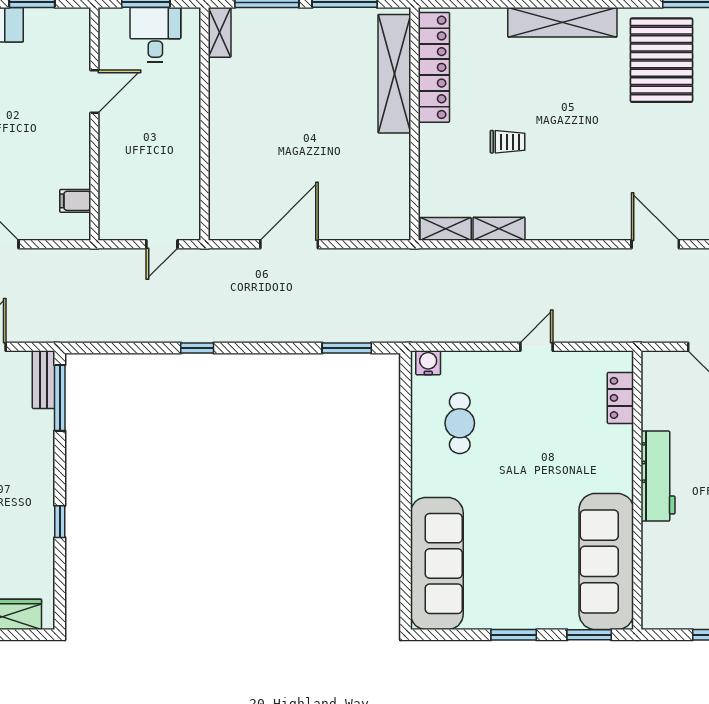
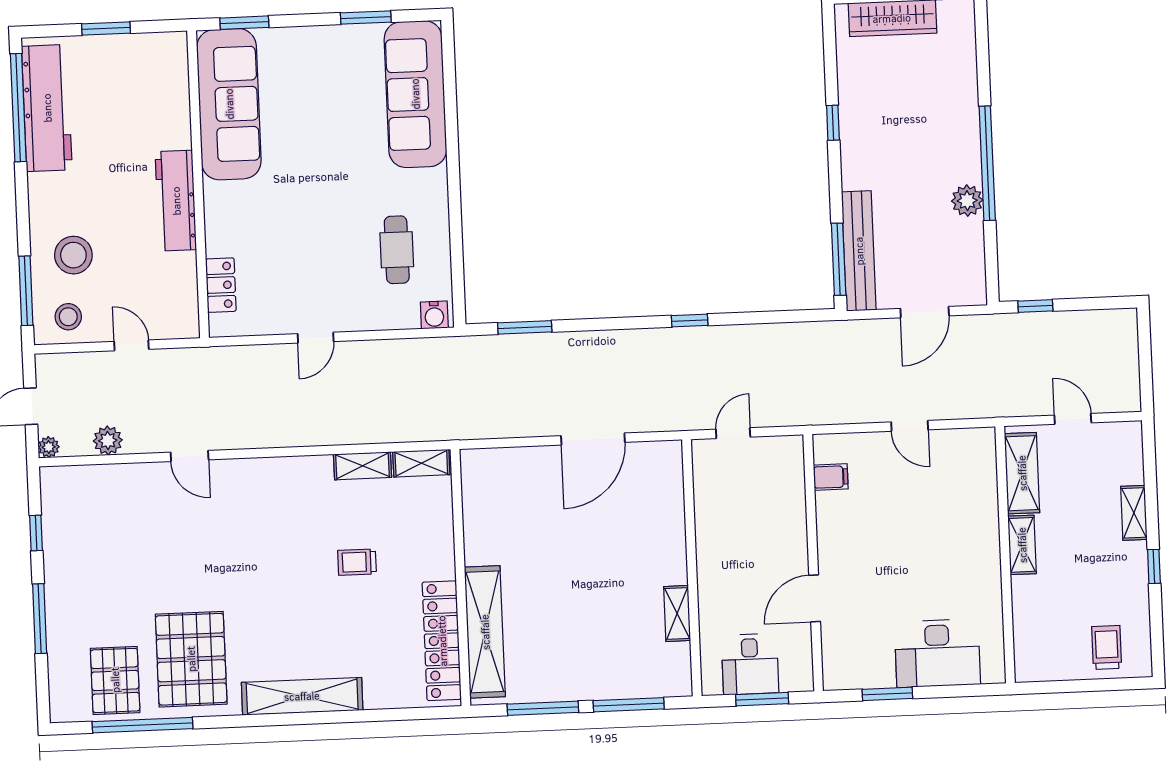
shelving: (220, 32) -> (677, 613), moved
door: (655, 244) -> (190, 456), width x0.73
bench: (44, 380) -> (859, 251), width x1.86, depth x1.21
window: (514, 635) -> (366, 18), moved

